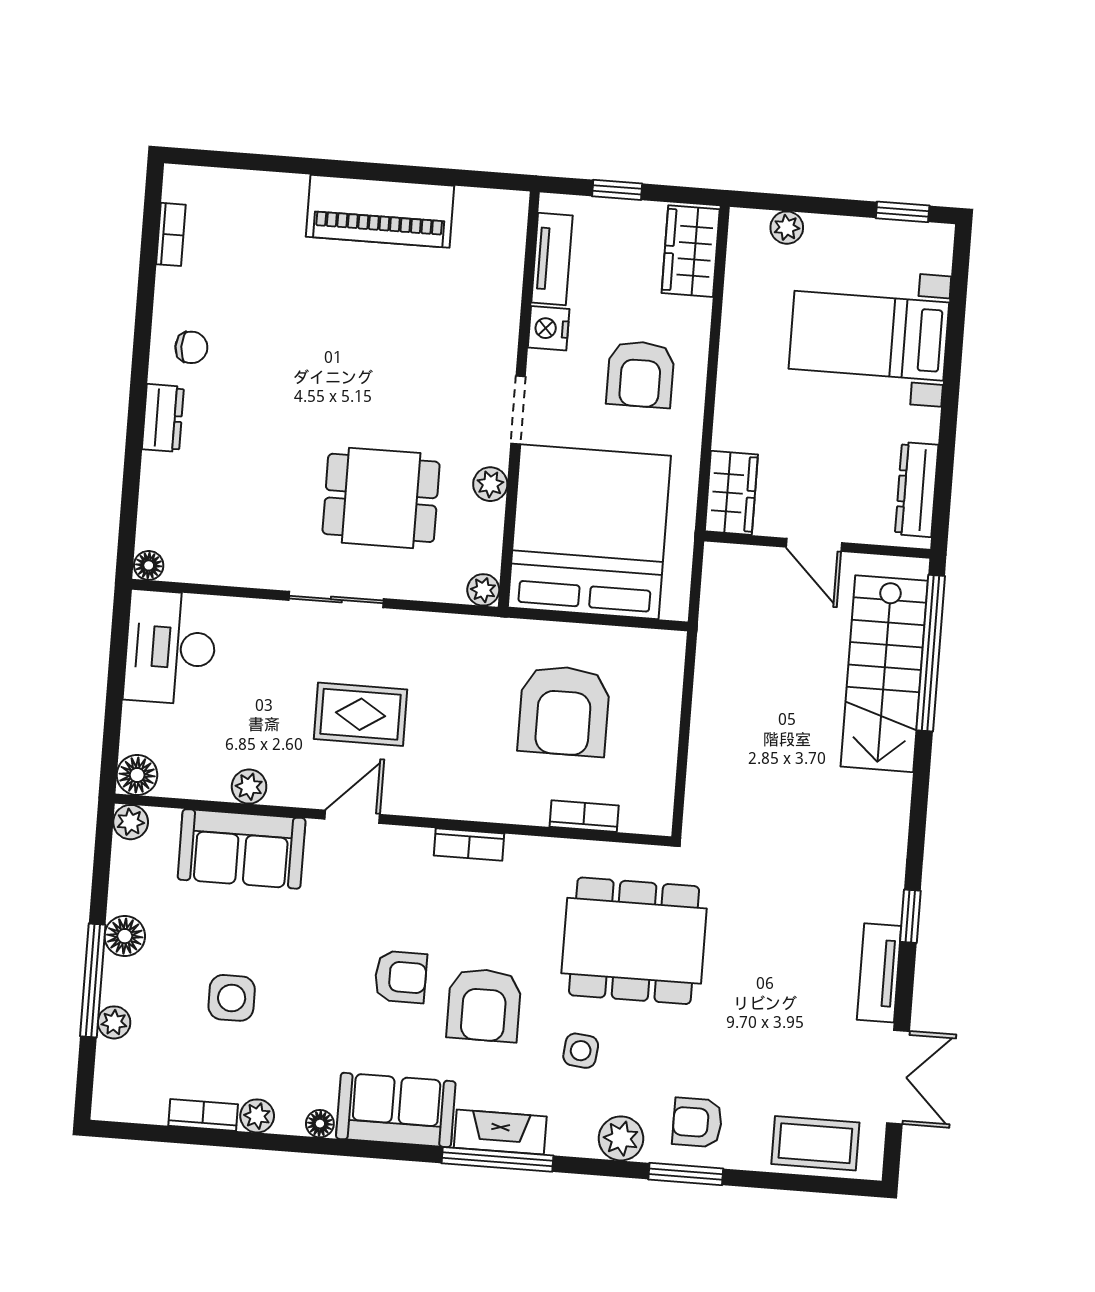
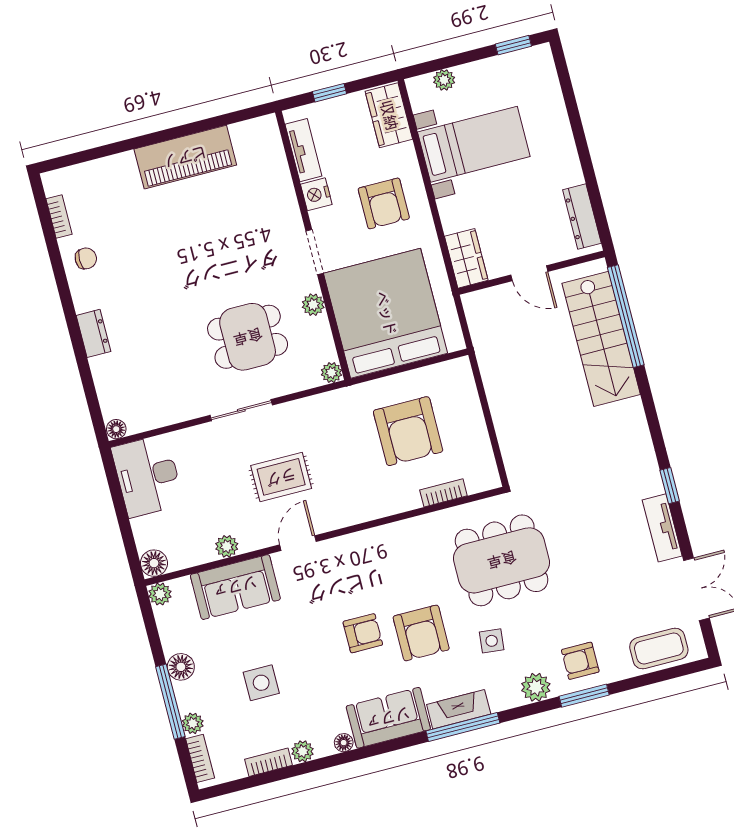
bed with nightstands: (869, 336) -> (474, 144), moved, turned 180
chair: (191, 347) -> (86, 258), moved
bookcase: (469, 844) -> (200, 758), moved, turned -90

